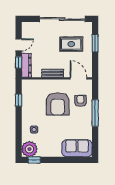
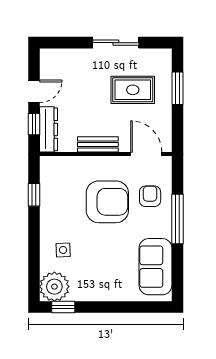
sliding door: (62, 19) -> (116, 43), width x0.54
armchair: (58, 104) -> (107, 202), turned -90
sofa: (77, 148) -> (155, 267), moved, turned -90

